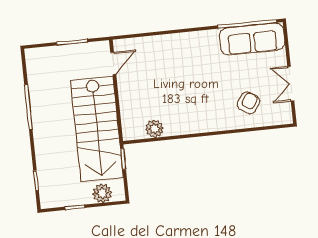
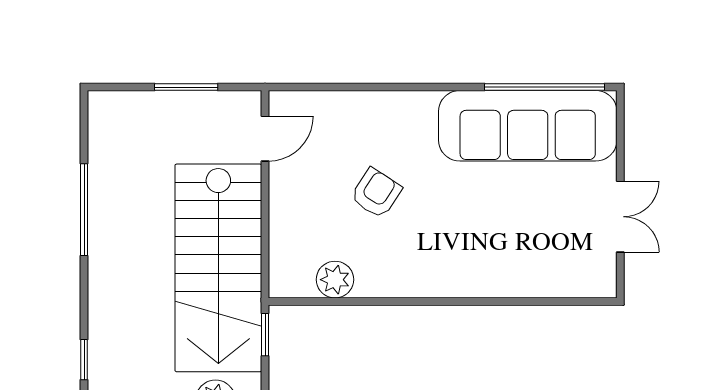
sofa: (252, 39) -> (528, 126), width x1.36, depth x1.27
double door: (291, 84) -> (620, 217), swing flipped
armchair: (249, 103) -> (376, 193), moved

